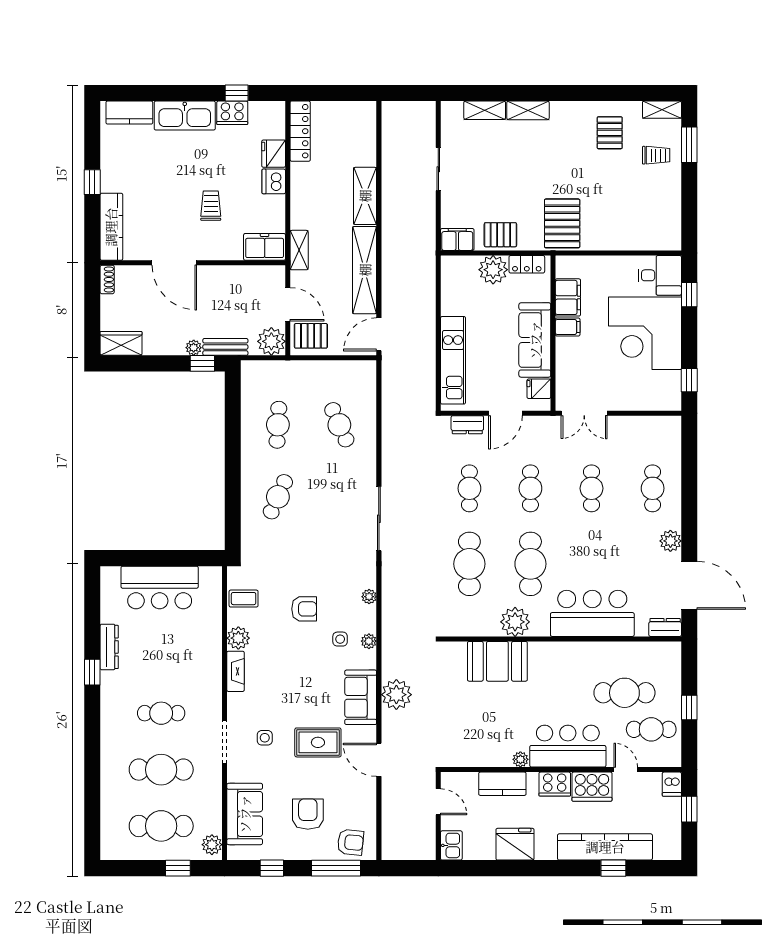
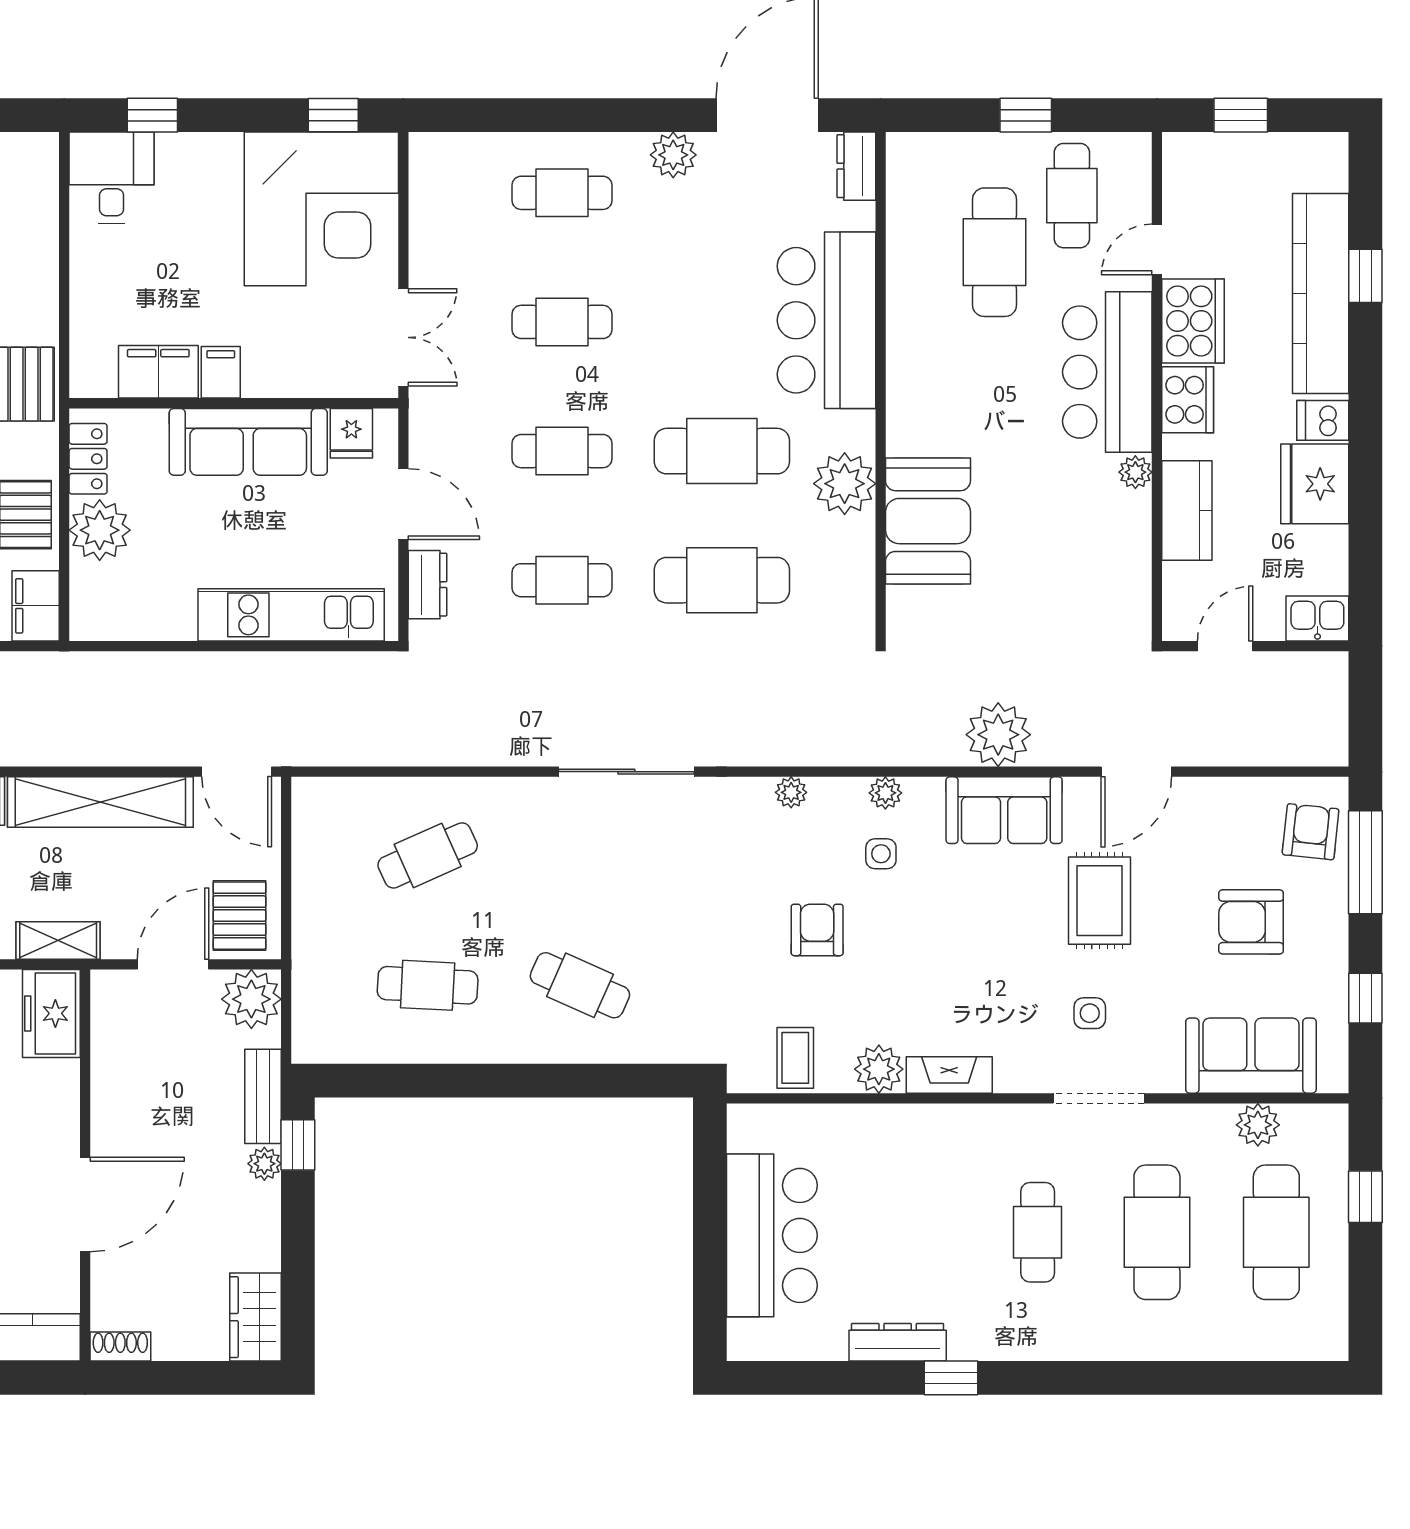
corner desk: (645, 333) -> (321, 209), moved
dishwasher: (672, 784) -> (1323, 420), moved, turned 180
plant: (212, 845) -> (1258, 1125), moved

